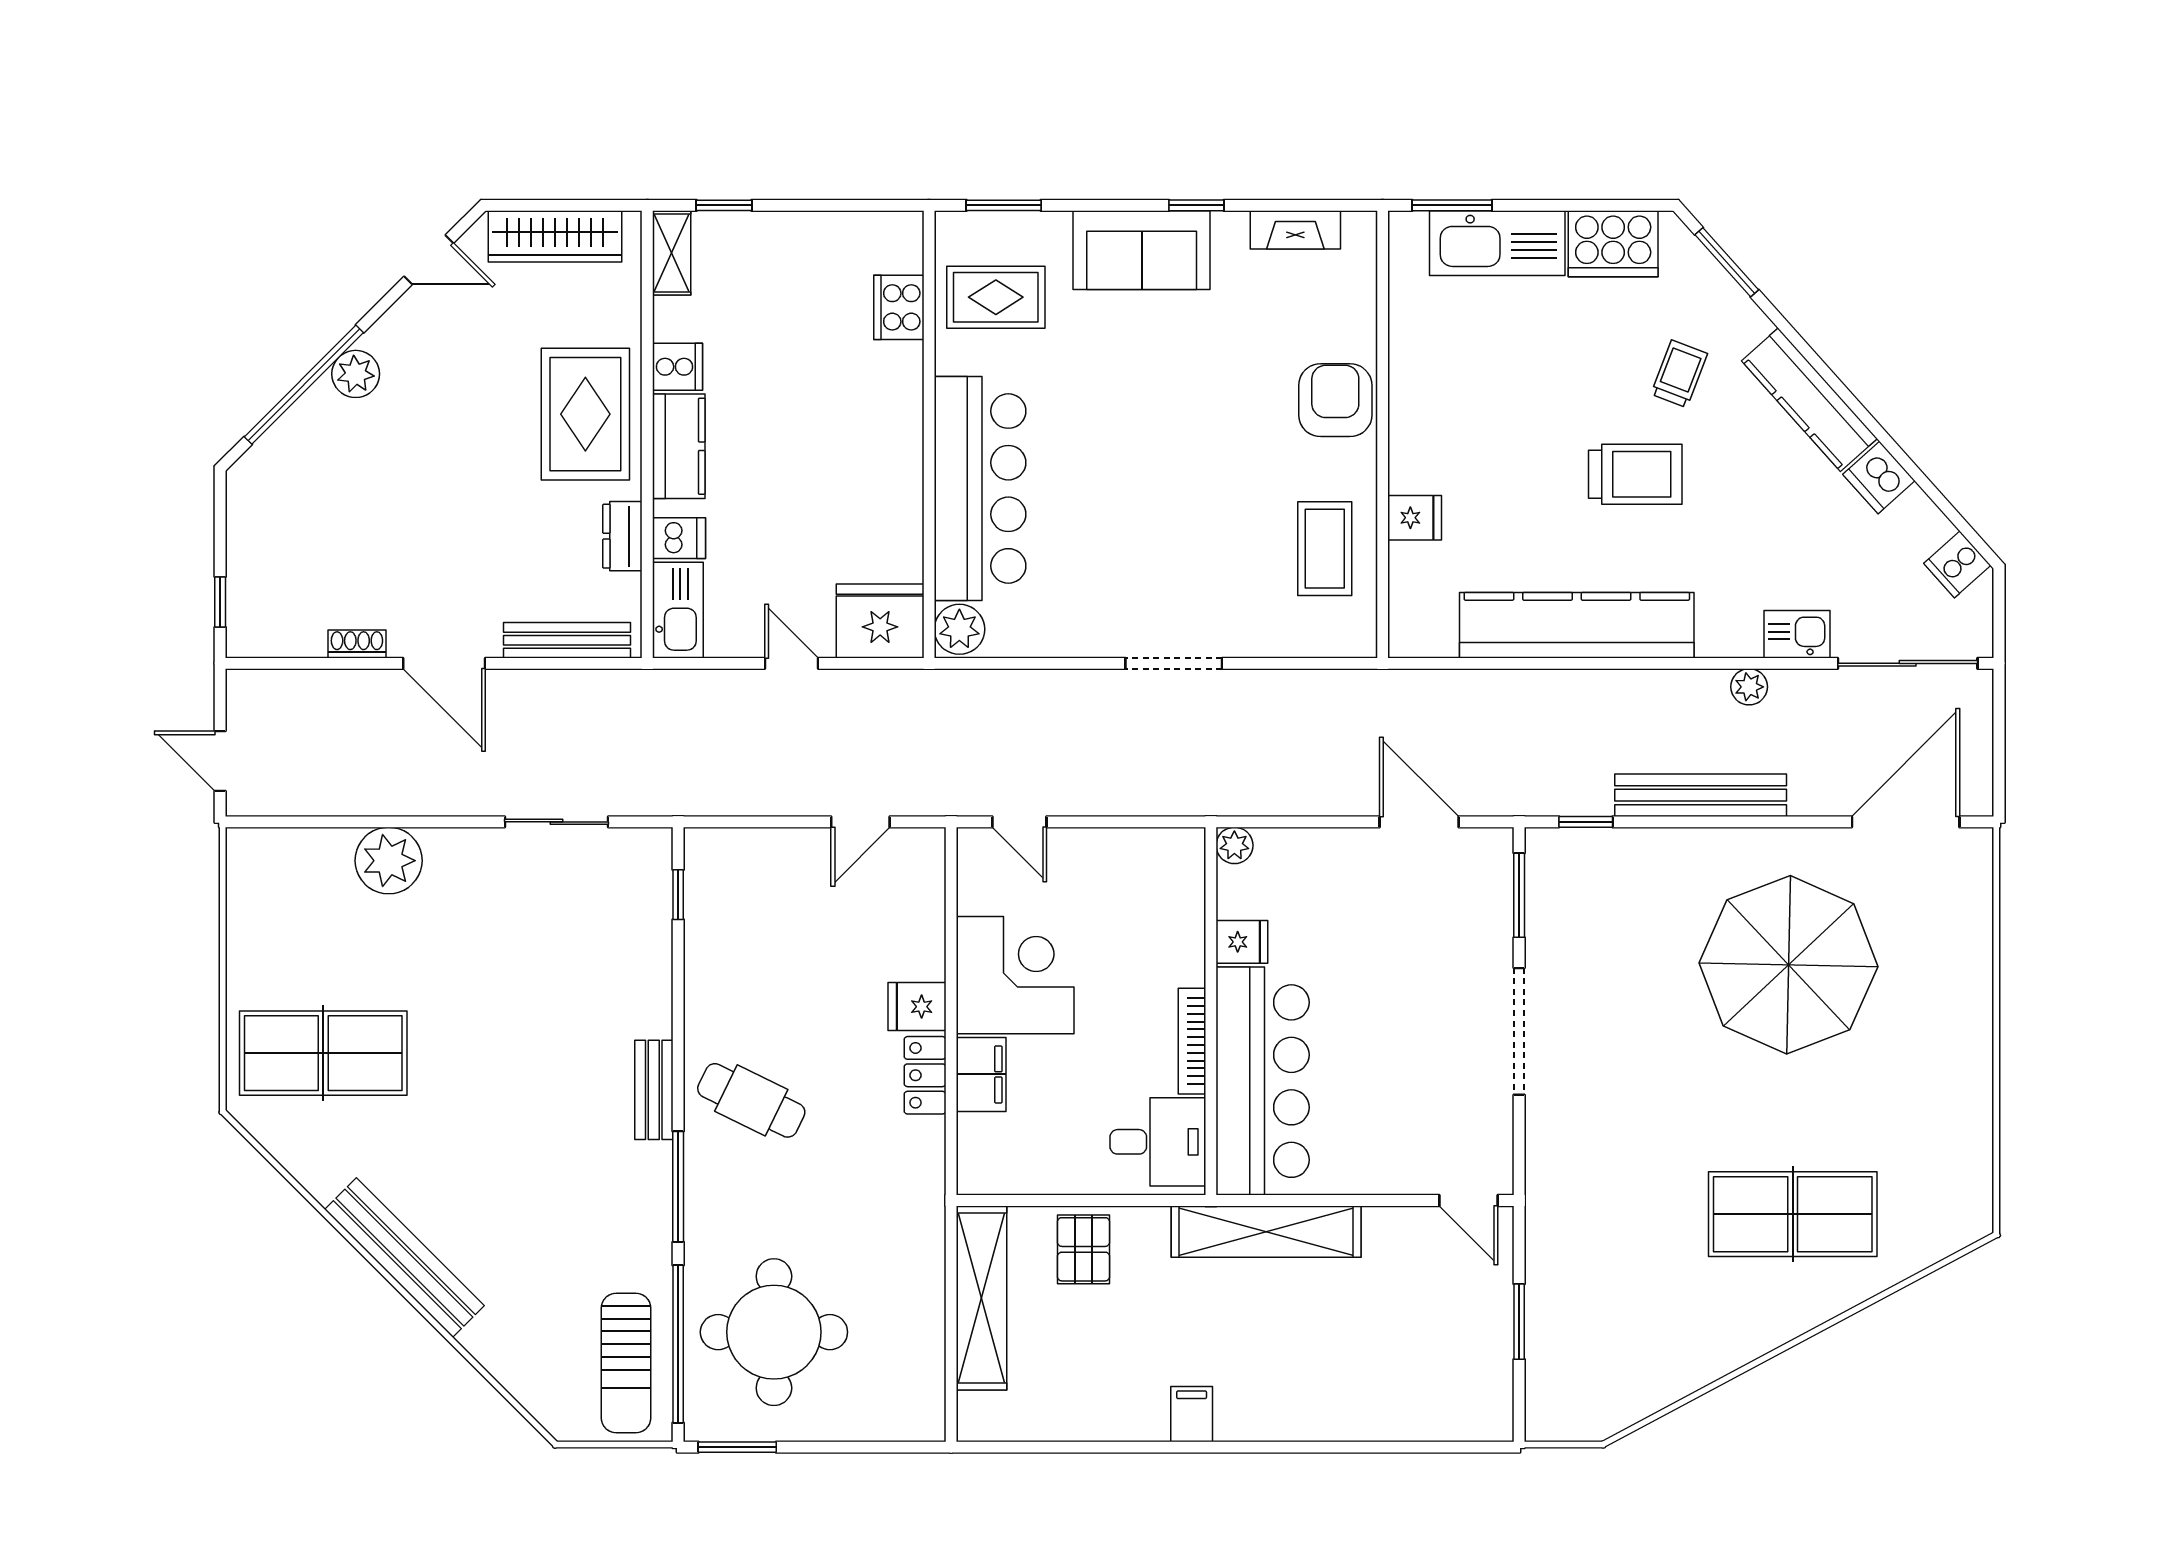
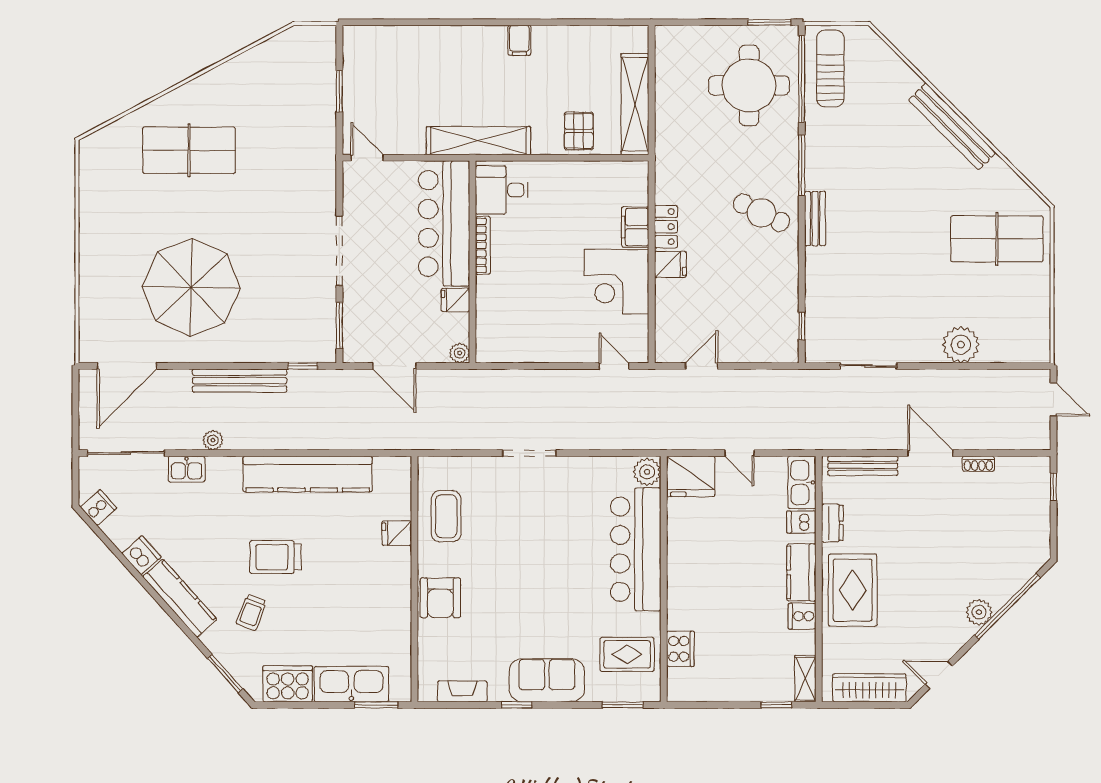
plant: (1234, 845) -> (460, 353), moved
fridge: (1242, 942) -> (455, 300), moved
wall: (1211, 1011) -> (473, 262), moved
bookcase: (1192, 1041) -> (483, 245), moved
bar counter: (1263, 1081) -> (444, 223), moved
desk: (1158, 1142) -> (502, 190), moved

